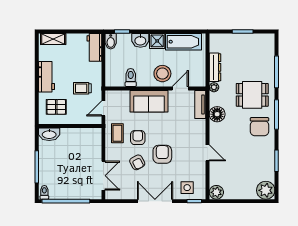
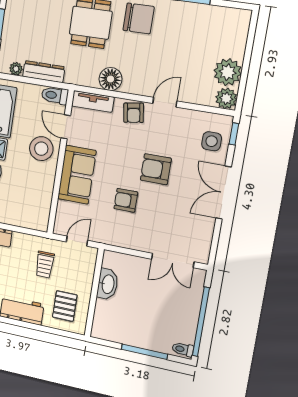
toilet: (131, 77) -> (55, 95), moved
plant: (214, 87) -> (16, 69), moved
door: (103, 108) -> (77, 241), swing flipped
coffee table: (117, 133) -> (115, 228), removed
washbasin: (49, 134) -> (108, 284), moved
armchair: (137, 162) -> (134, 113), moved, turned 110
double door: (103, 176) -> (173, 260), swing flipped
plant: (266, 190) -> (228, 72), moved

